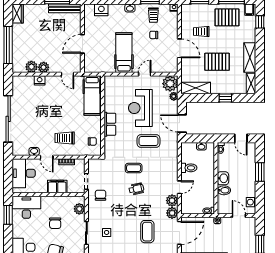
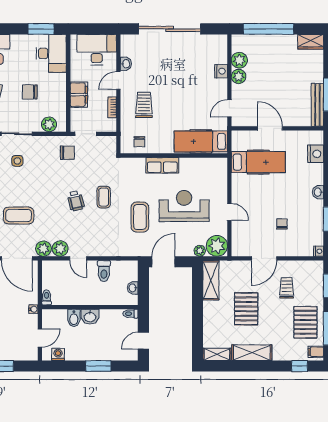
trolley: (153, 15) -> (308, 224), removed
hospital bed: (124, 53) -> (258, 162), moved
window: (225, 98) -> (198, 320), removed

